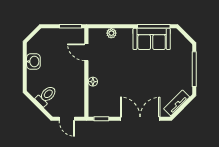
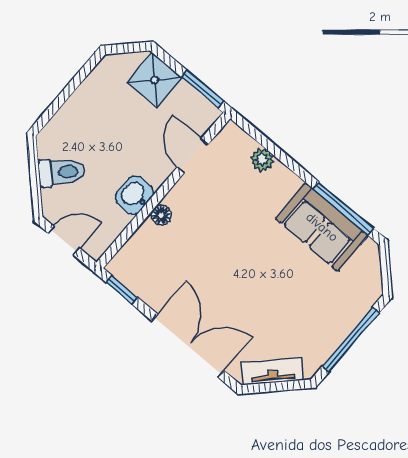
shower: (51, 37) -> (154, 80), added
washbasin: (33, 61) -> (134, 195), moved, turned 180
door: (67, 119) -> (64, 240), swing flipped

